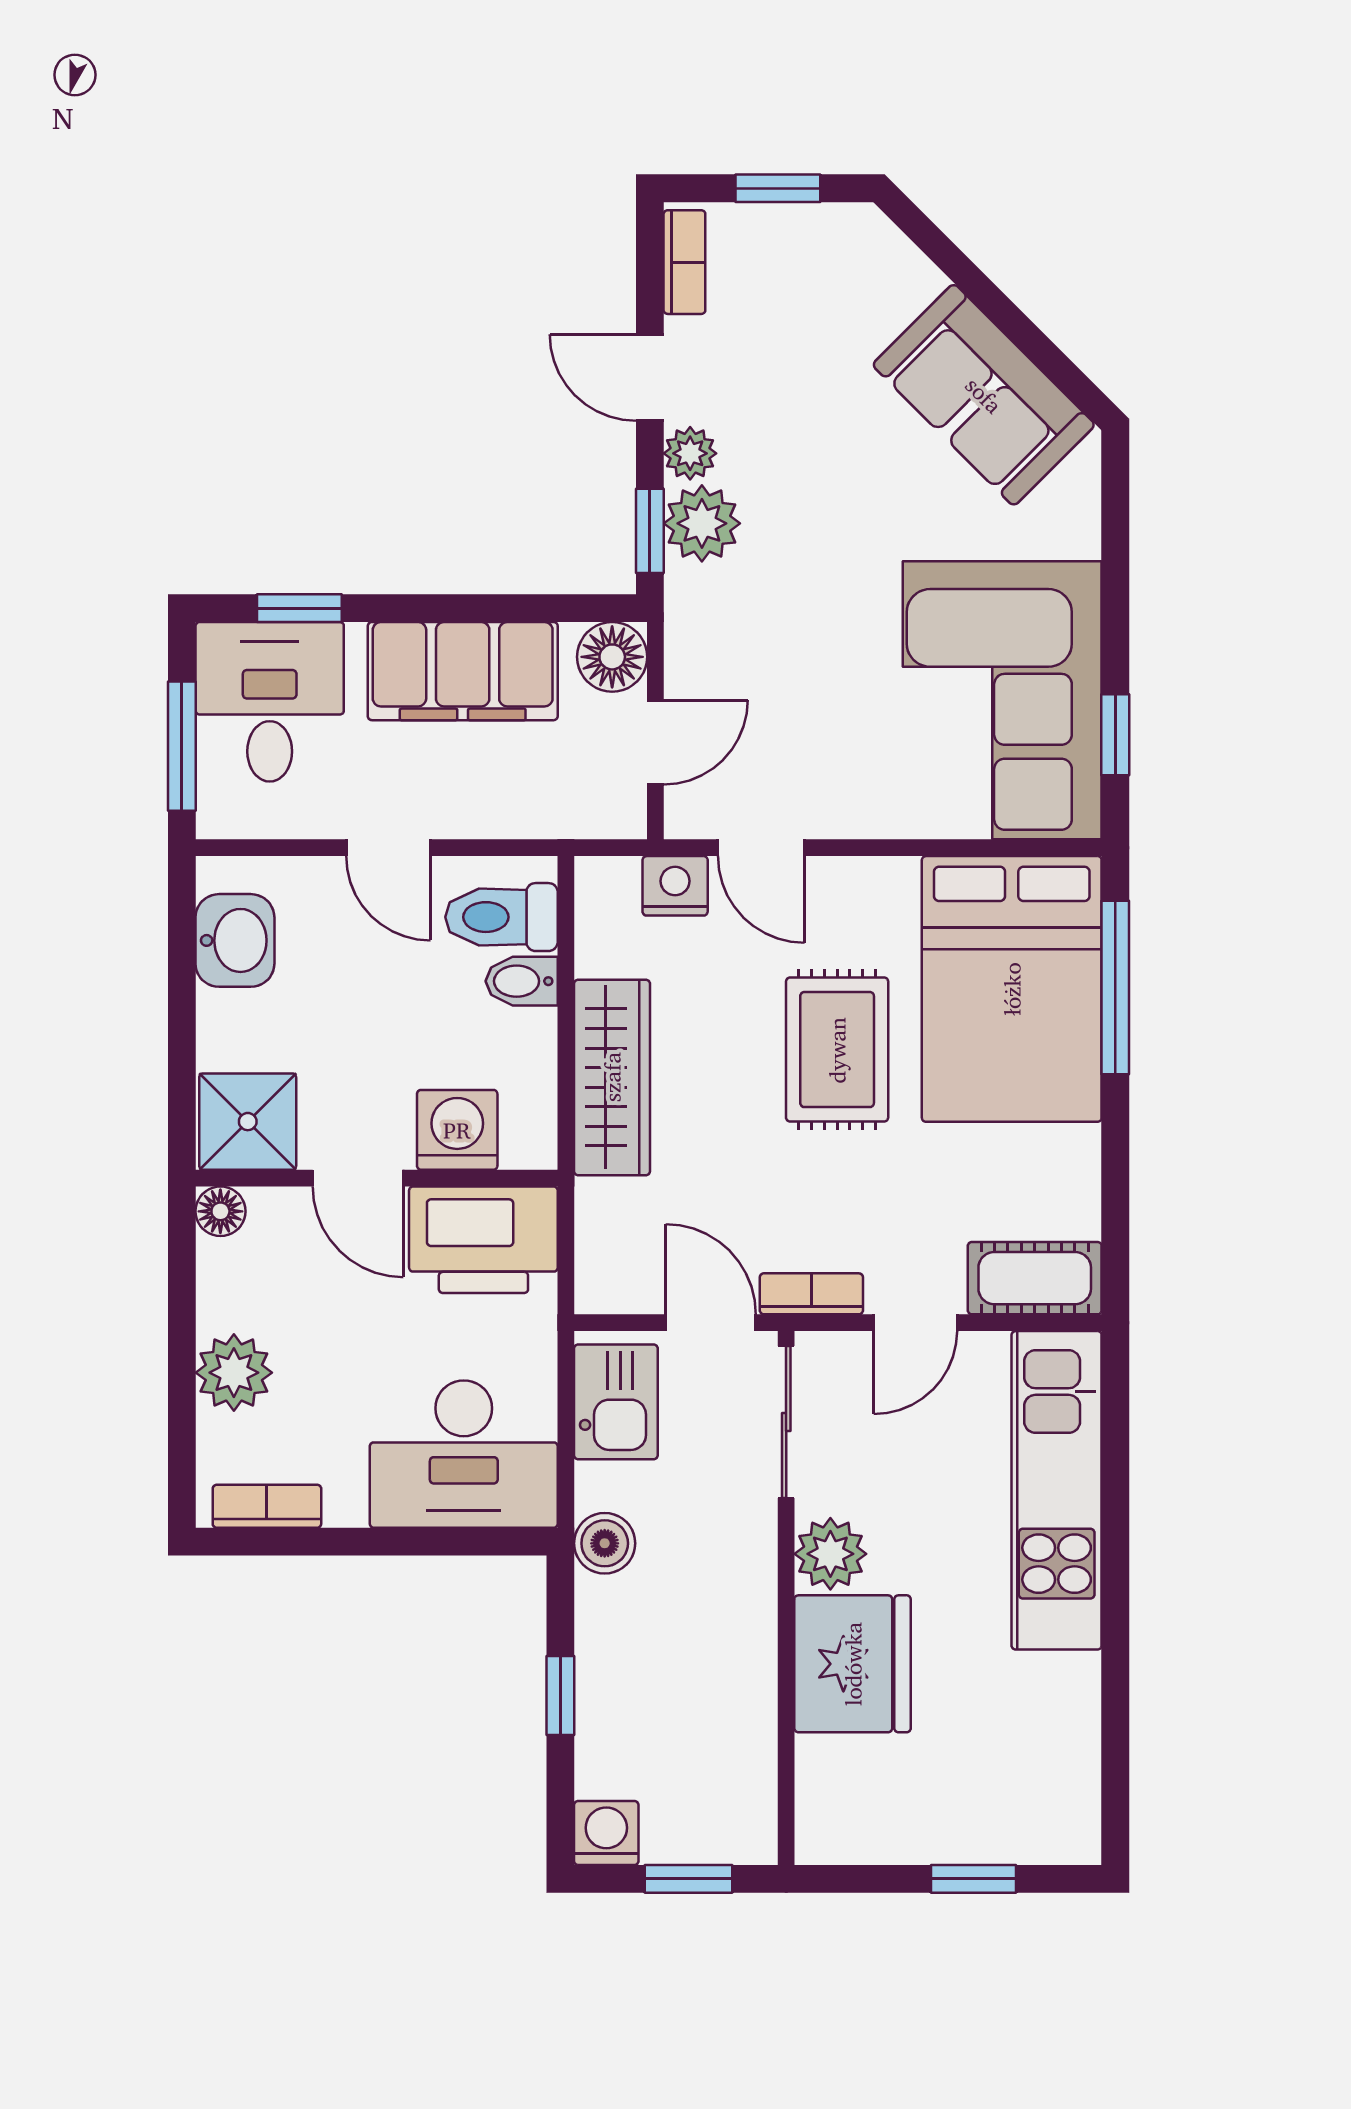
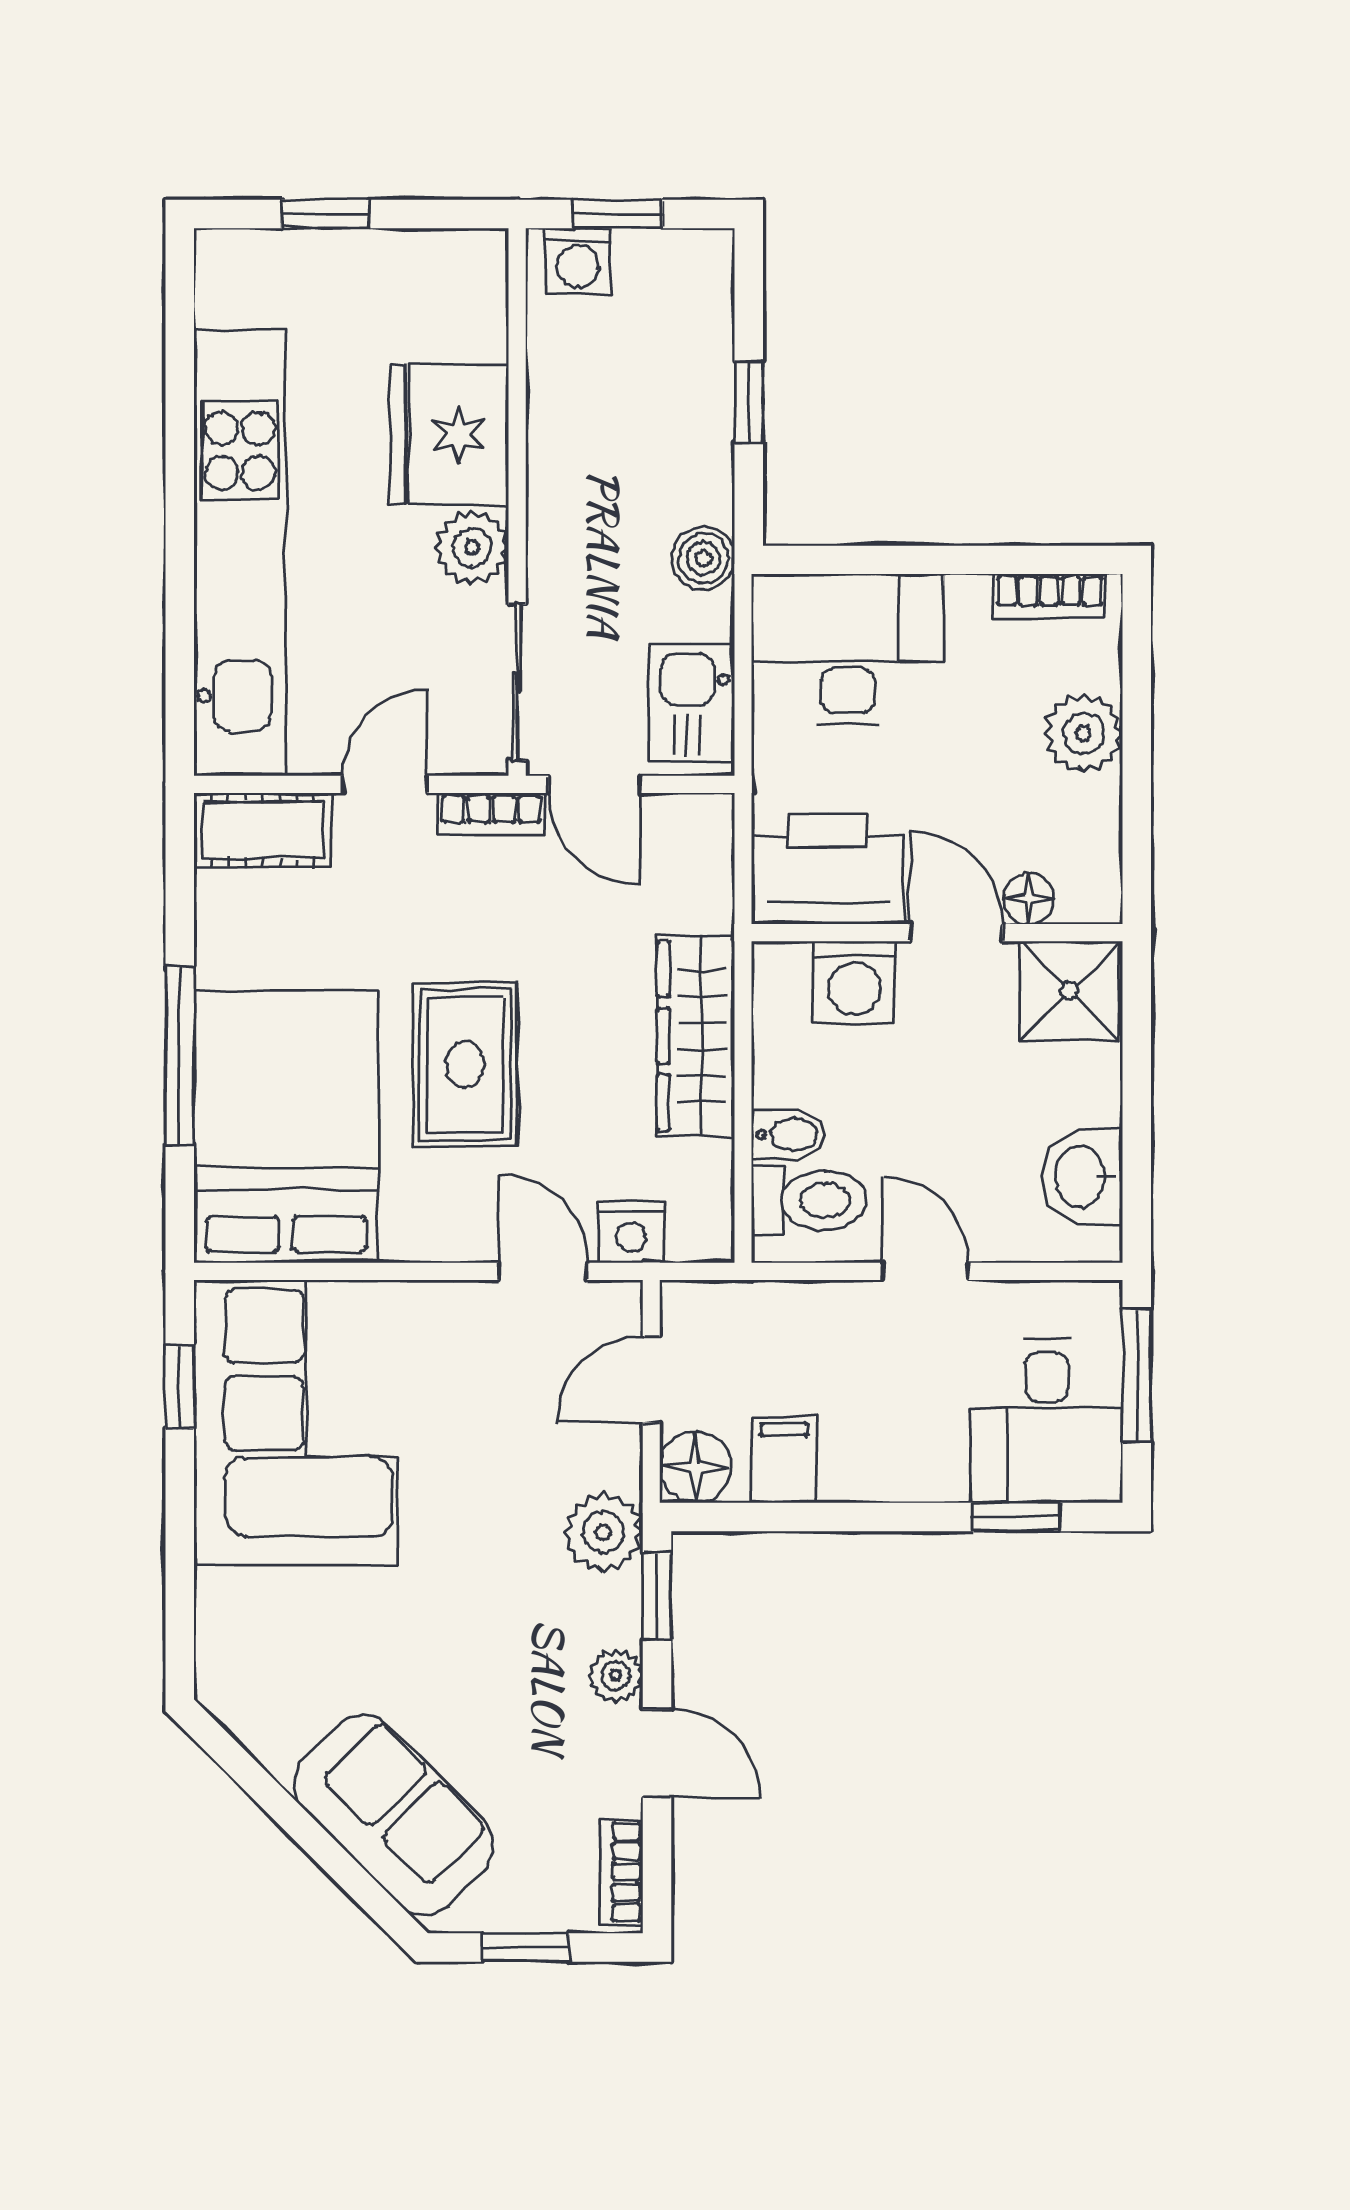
sofa: (984, 395) -> (394, 1815), moved
plant: (702, 523) -> (604, 1532), moved
filing cabinet: (463, 671) -> (784, 1460), width x0.33, depth x0.86
window: (1115, 987) -> (180, 1055), moved
floor lamp: (220, 1211) -> (1029, 899), moved
kitchen unit: (1057, 1490) -> (240, 553), width x1.36
washing machine: (606, 1833) -> (578, 261), moved

